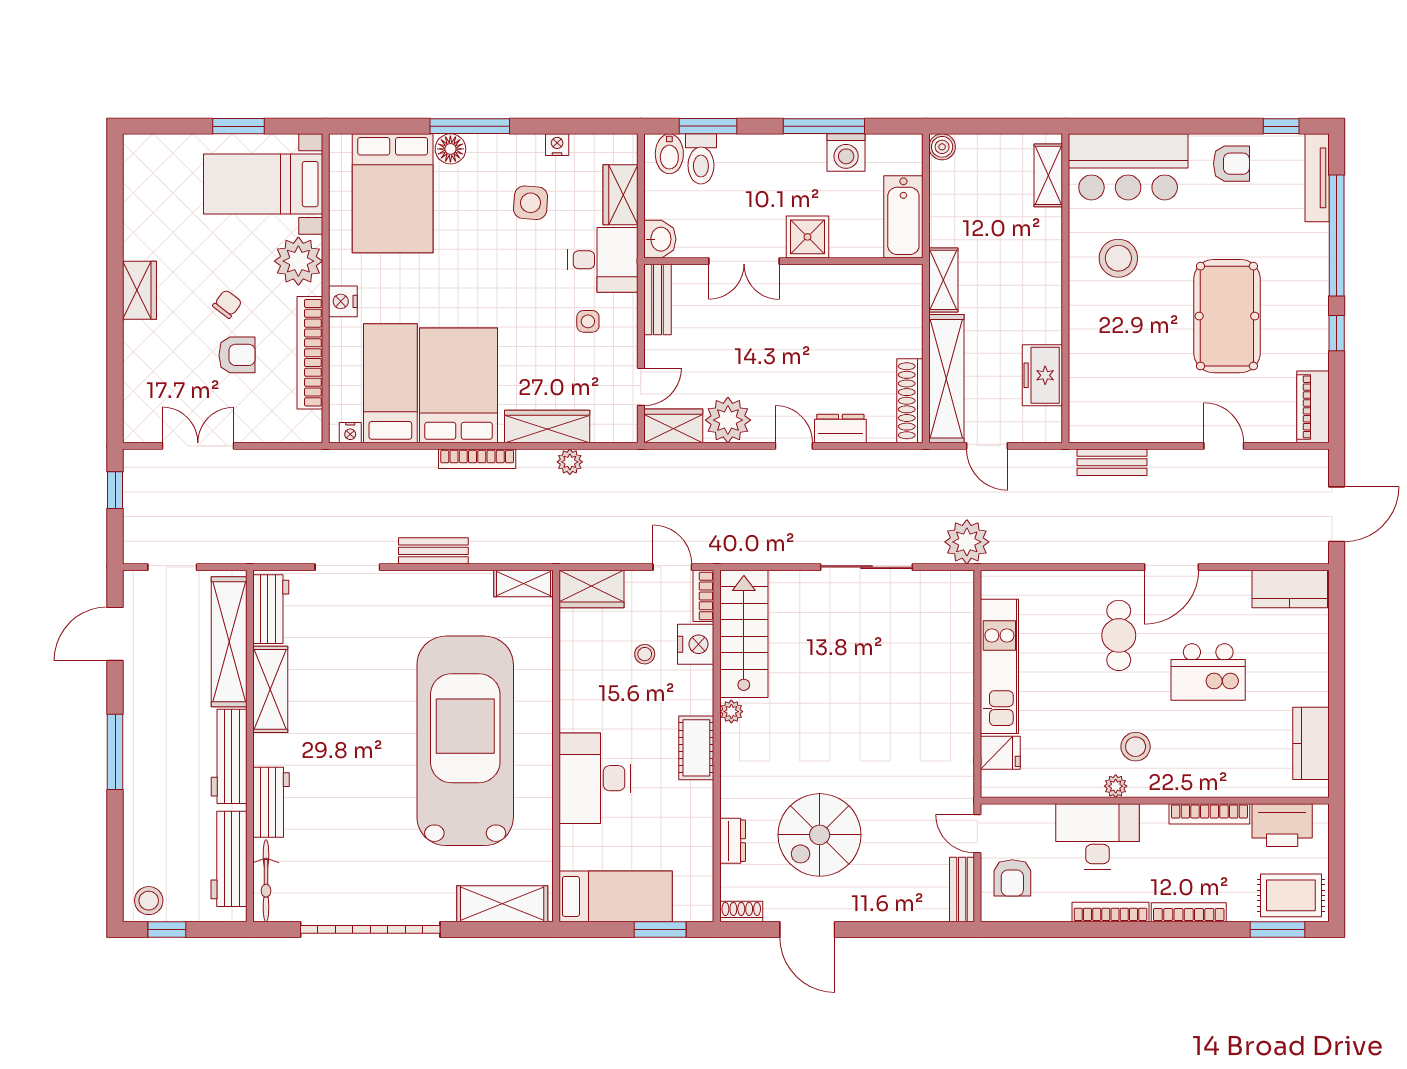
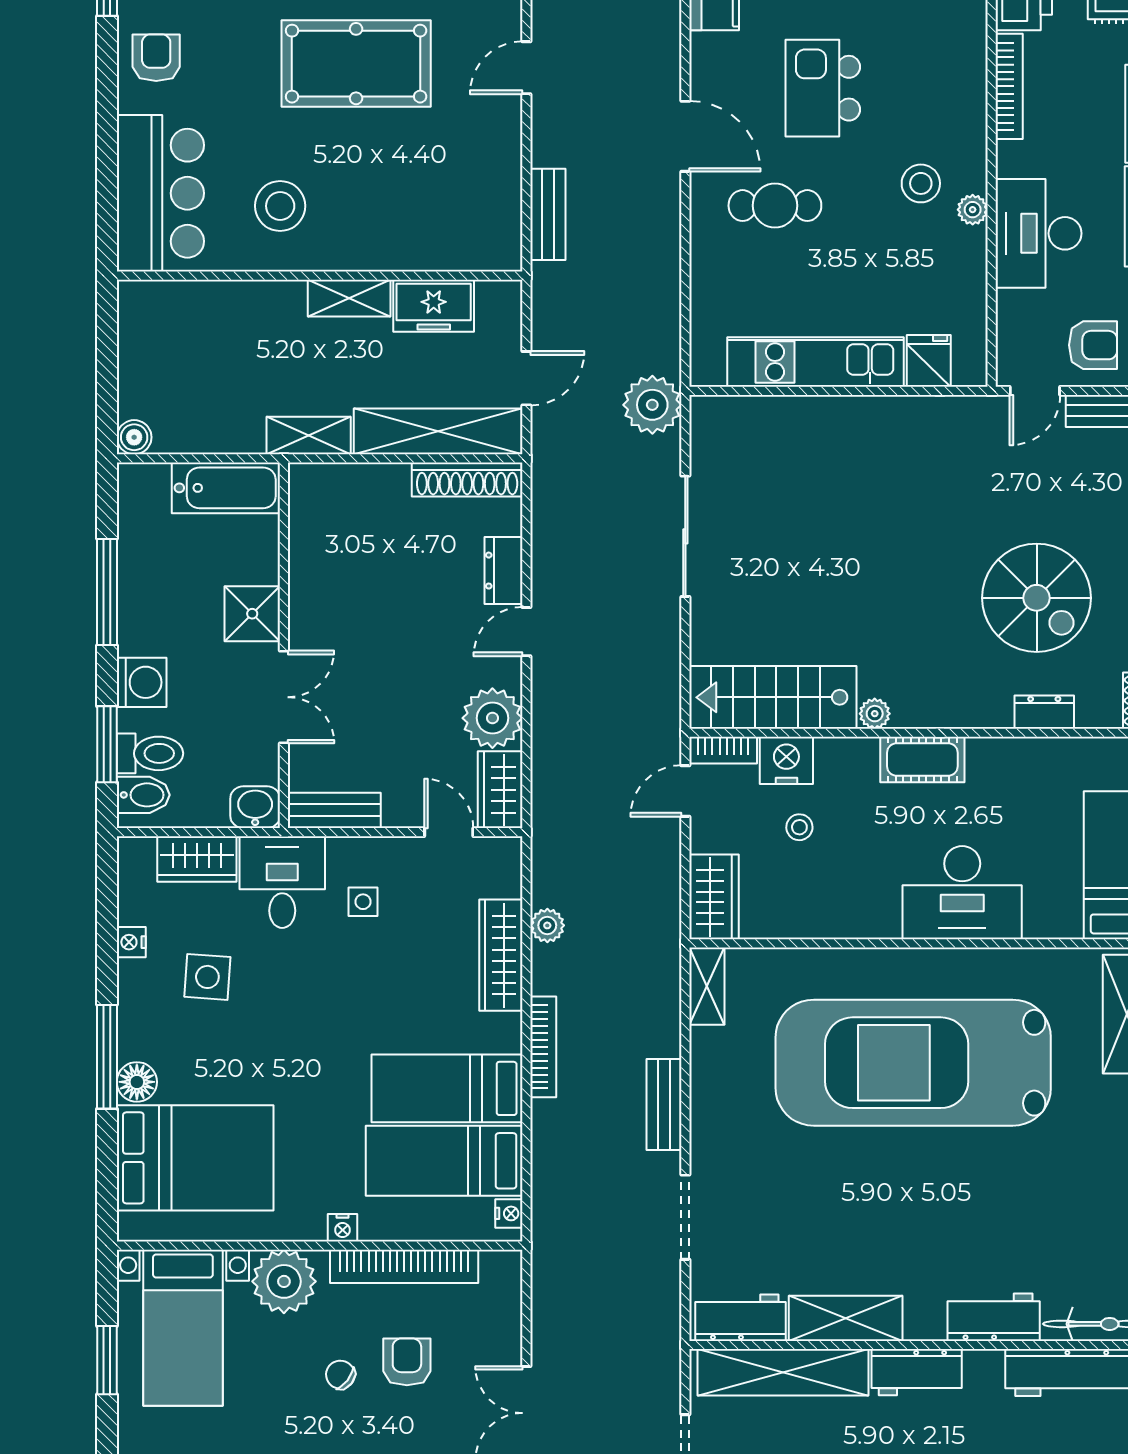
washing machine: (846, 153) -> (142, 682), moved
shelving: (1048, 175) -> (349, 298), moved
nightstand: (343, 301) -> (343, 1228), width x0.72, depth x0.74
bed: (458, 385) -> (447, 1088), width x0.67
kitchen island: (1208, 672) -> (823, 88), turned 180
workbench: (229, 756) -> (917, 1372), width x0.73

